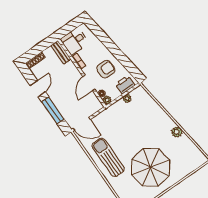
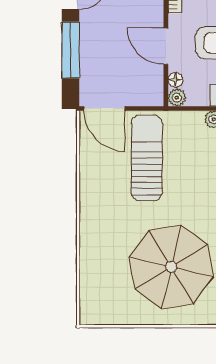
door: (89, 83) -> (166, 46), hinge flipped
sun lounger: (108, 157) -> (147, 158), moved

